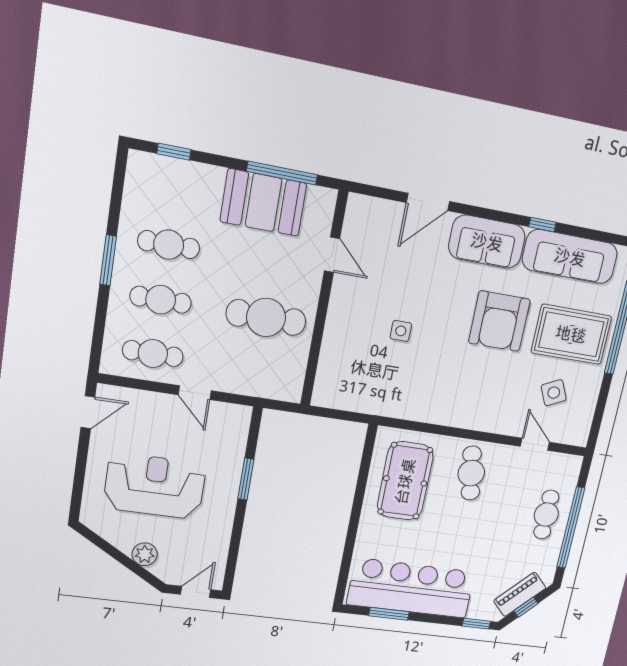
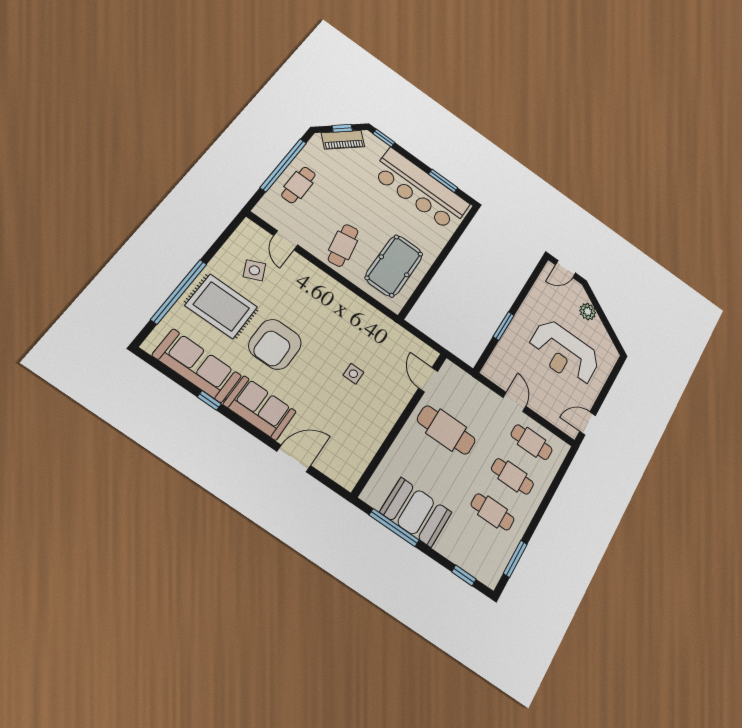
door: (332, 255) -> (428, 380), moved
window: (108, 260) -> (515, 559), moved
armchair: (499, 321) -> (275, 344), turned 180

